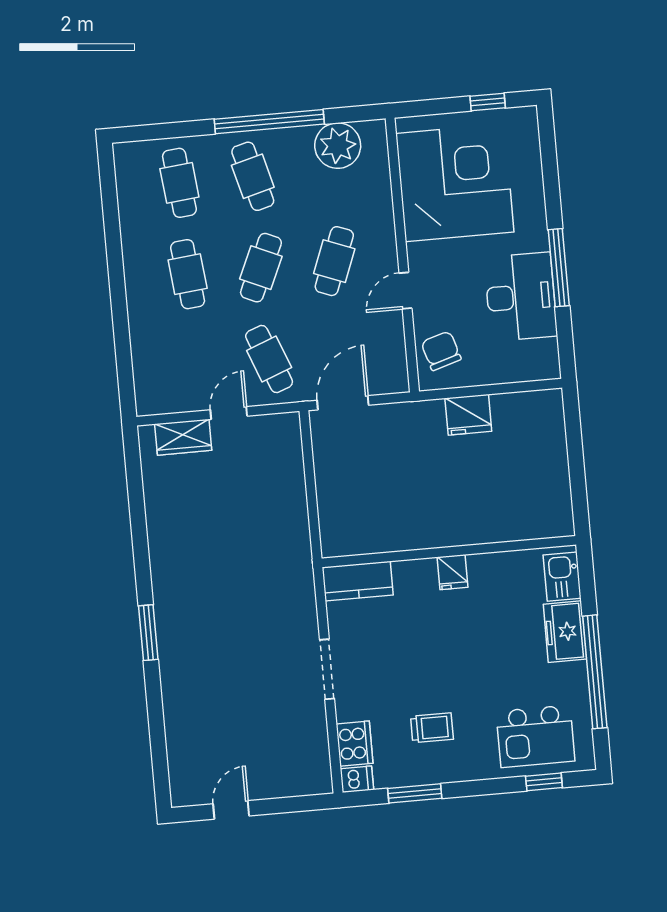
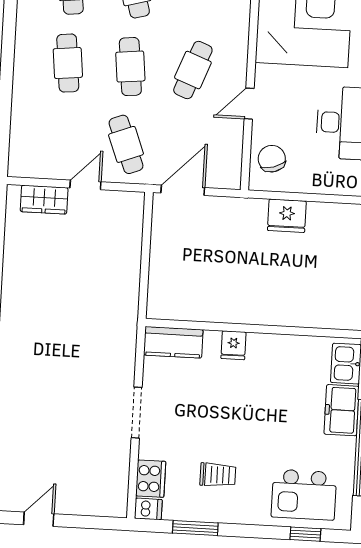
cafe table: (261, 268) -> (130, 67), turned -30
fridge: (452, 572) -> (233, 345), moved

